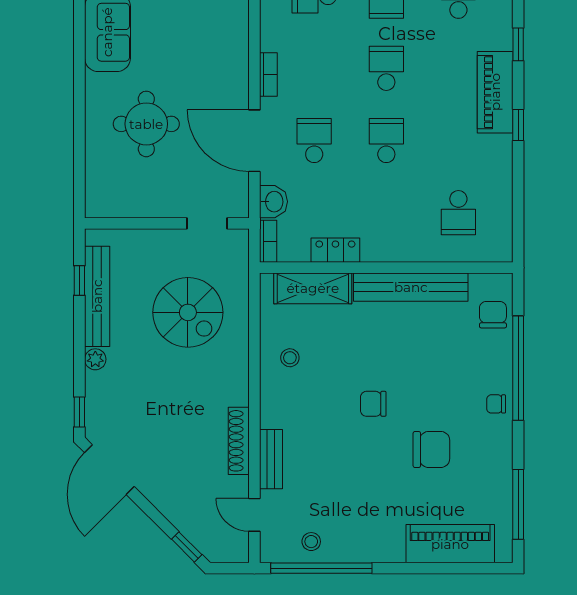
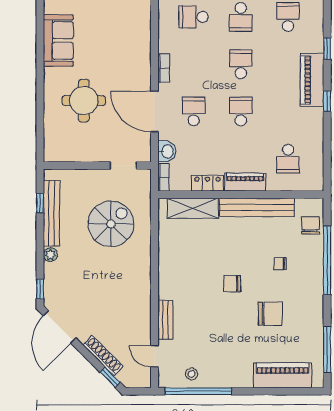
piano: (393, 249) -> (245, 182), added
spiral stairs: (188, 312) -> (111, 224), turned -90
stool: (290, 358) -> (178, 254), removed
chair: (496, 404) -> (280, 264), moved
shoe rack: (239, 441) -> (103, 356), moved, turned 135

